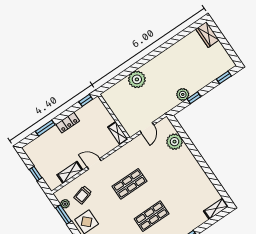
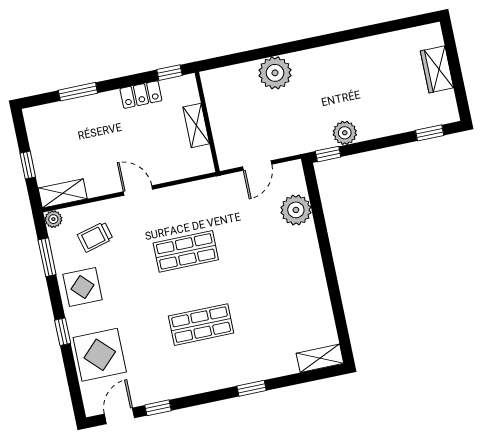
wardrobe: (207, 35) -> (437, 69), moved
window: (194, 98) -> (328, 154), moved
locker: (68, 123) -> (141, 95), moved
shelving: (118, 133) -> (196, 125), moved
shelving: (70, 172) -> (63, 193), moved
plant: (65, 204) -> (53, 219), moved

